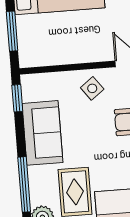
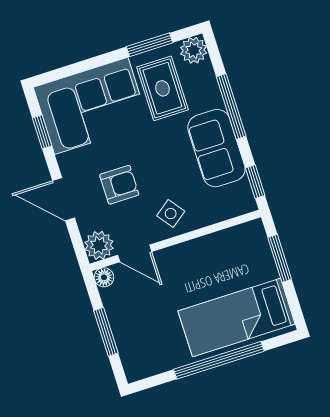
window: (24, 184) -> (231, 106), moved

